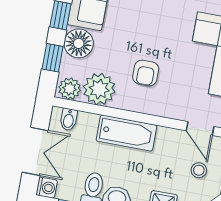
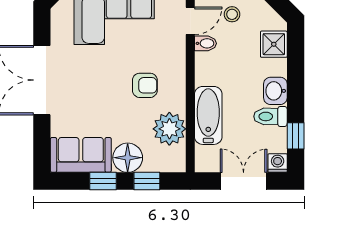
plant: (70, 89) -> (175, 158), removed
bidet: (69, 119) -> (205, 43), moved
bathtub: (126, 133) -> (208, 115), moved

